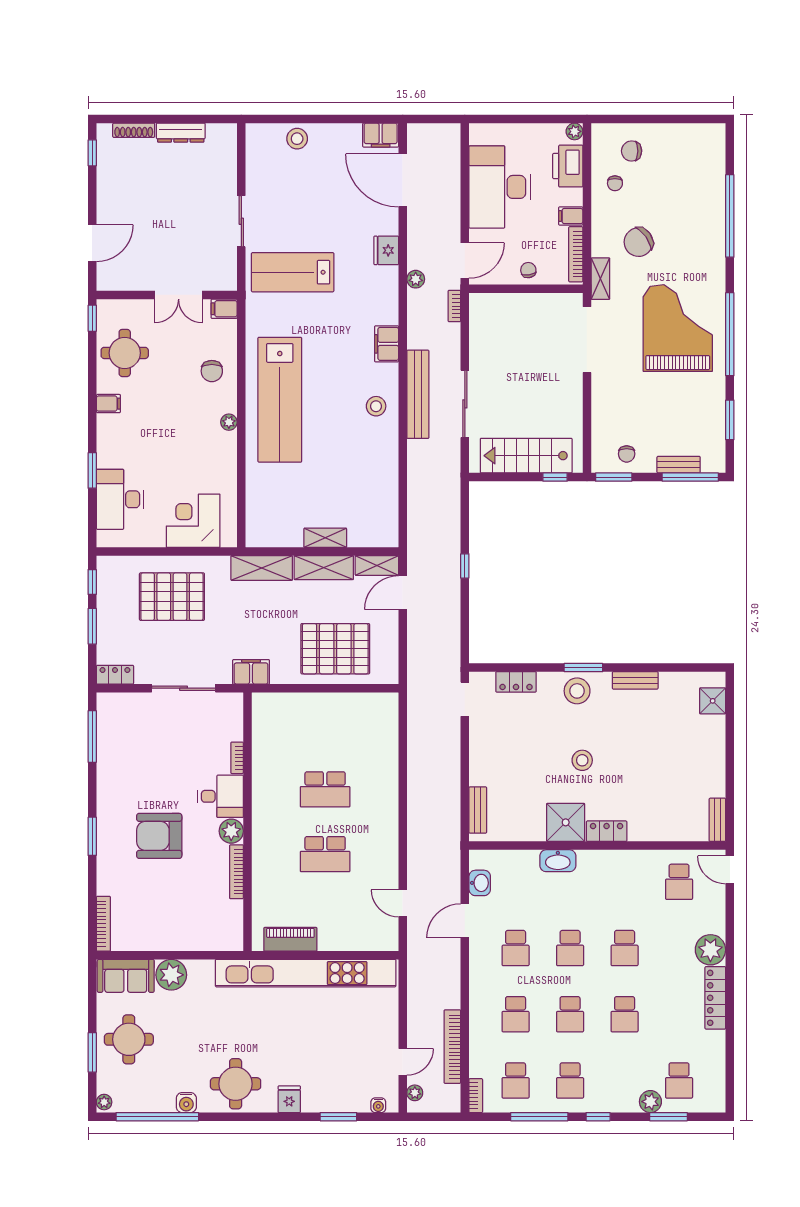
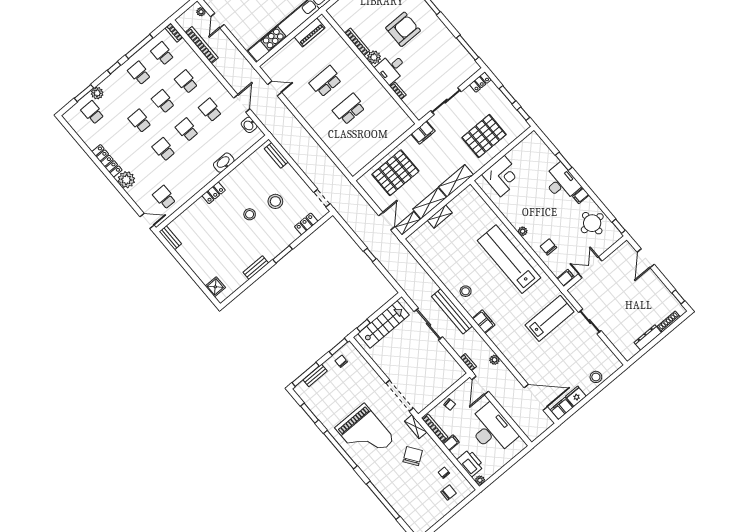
fridge: (386, 250) -> (576, 396), moved, turned -90
desk: (120, 499) -> (561, 182), moved
stool: (577, 691) -> (275, 201), moved
shower: (566, 822) -> (234, 182), removed

